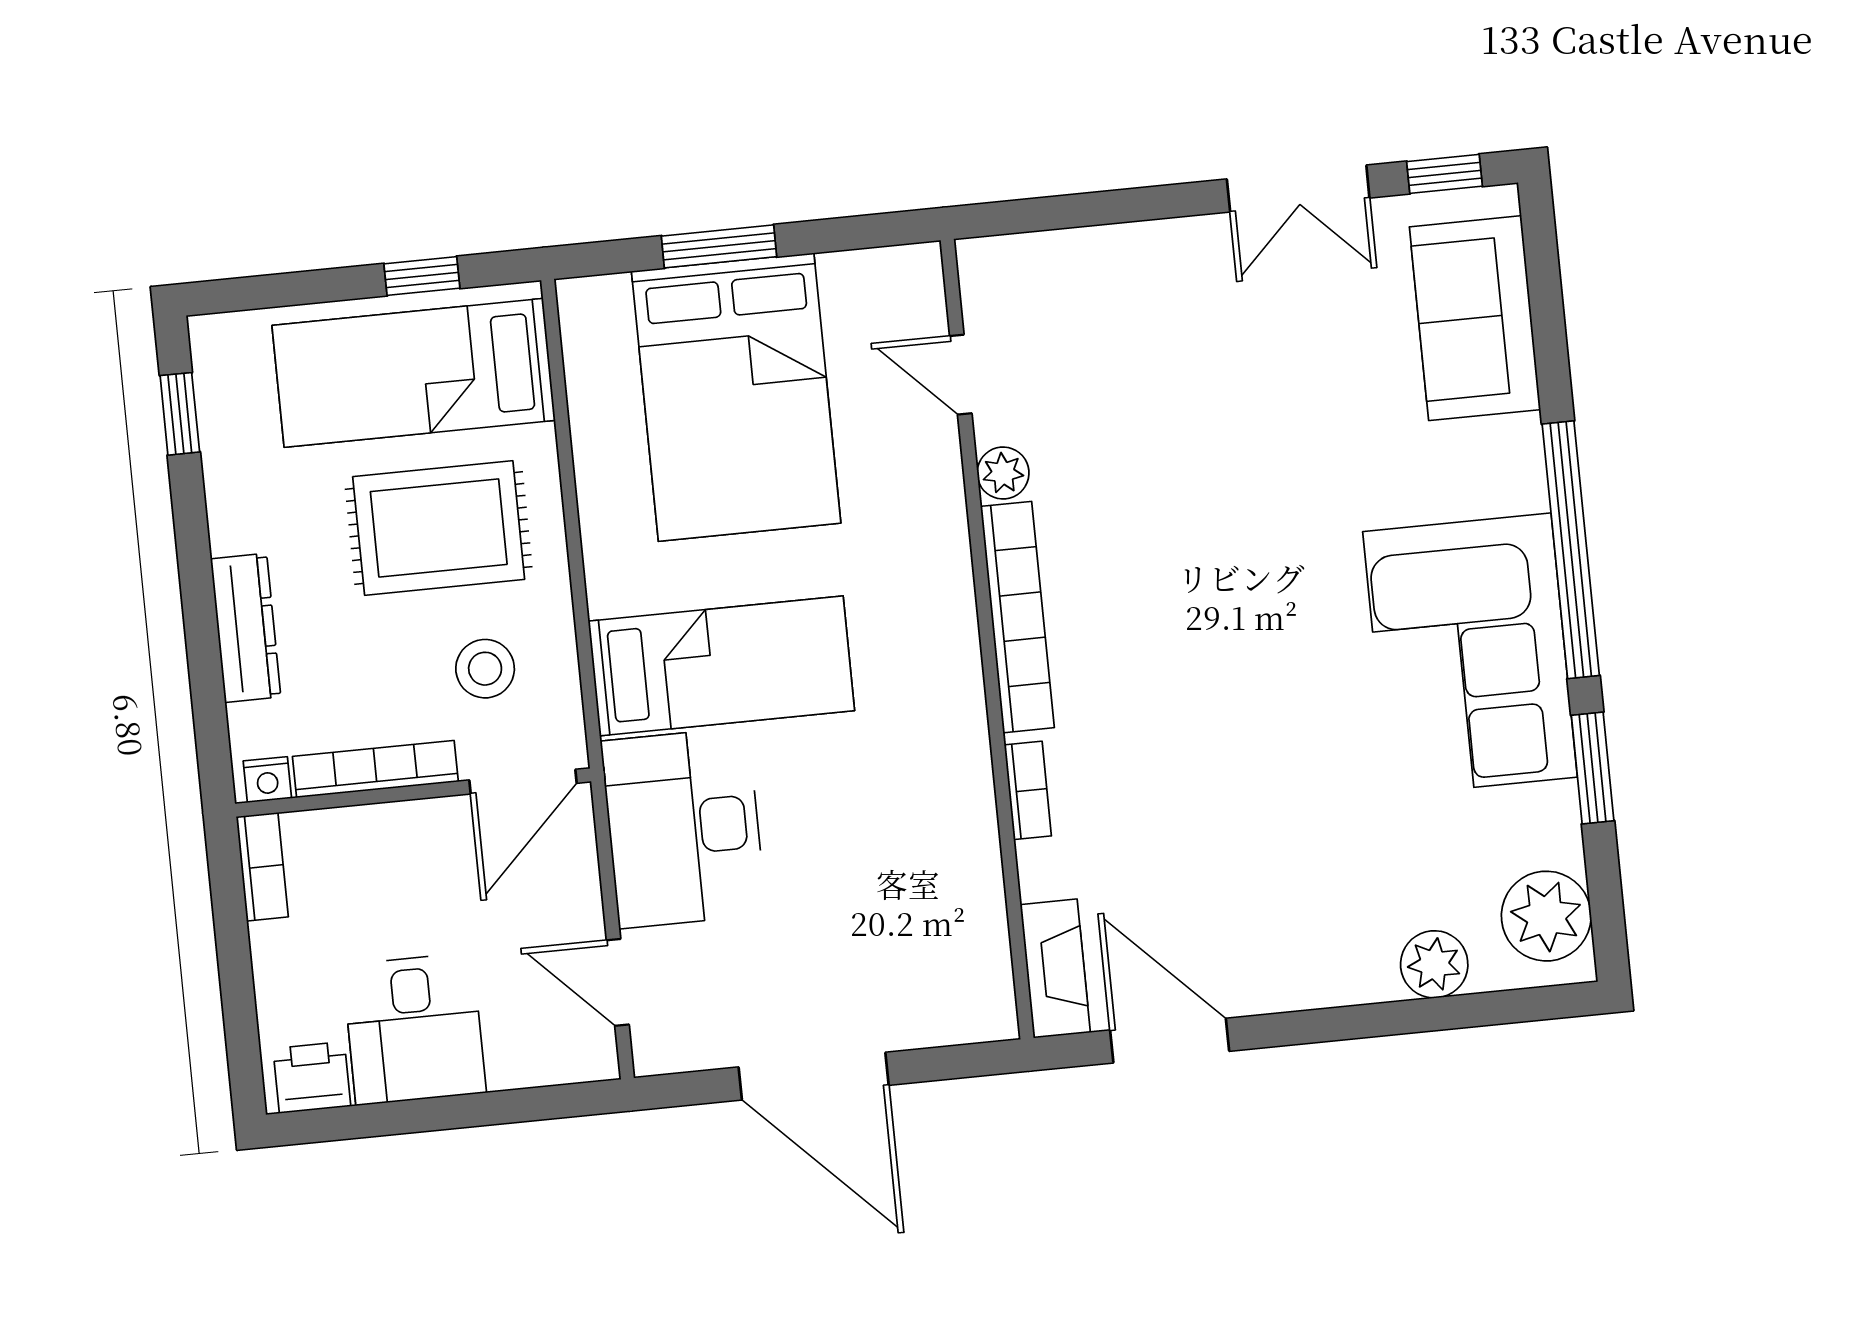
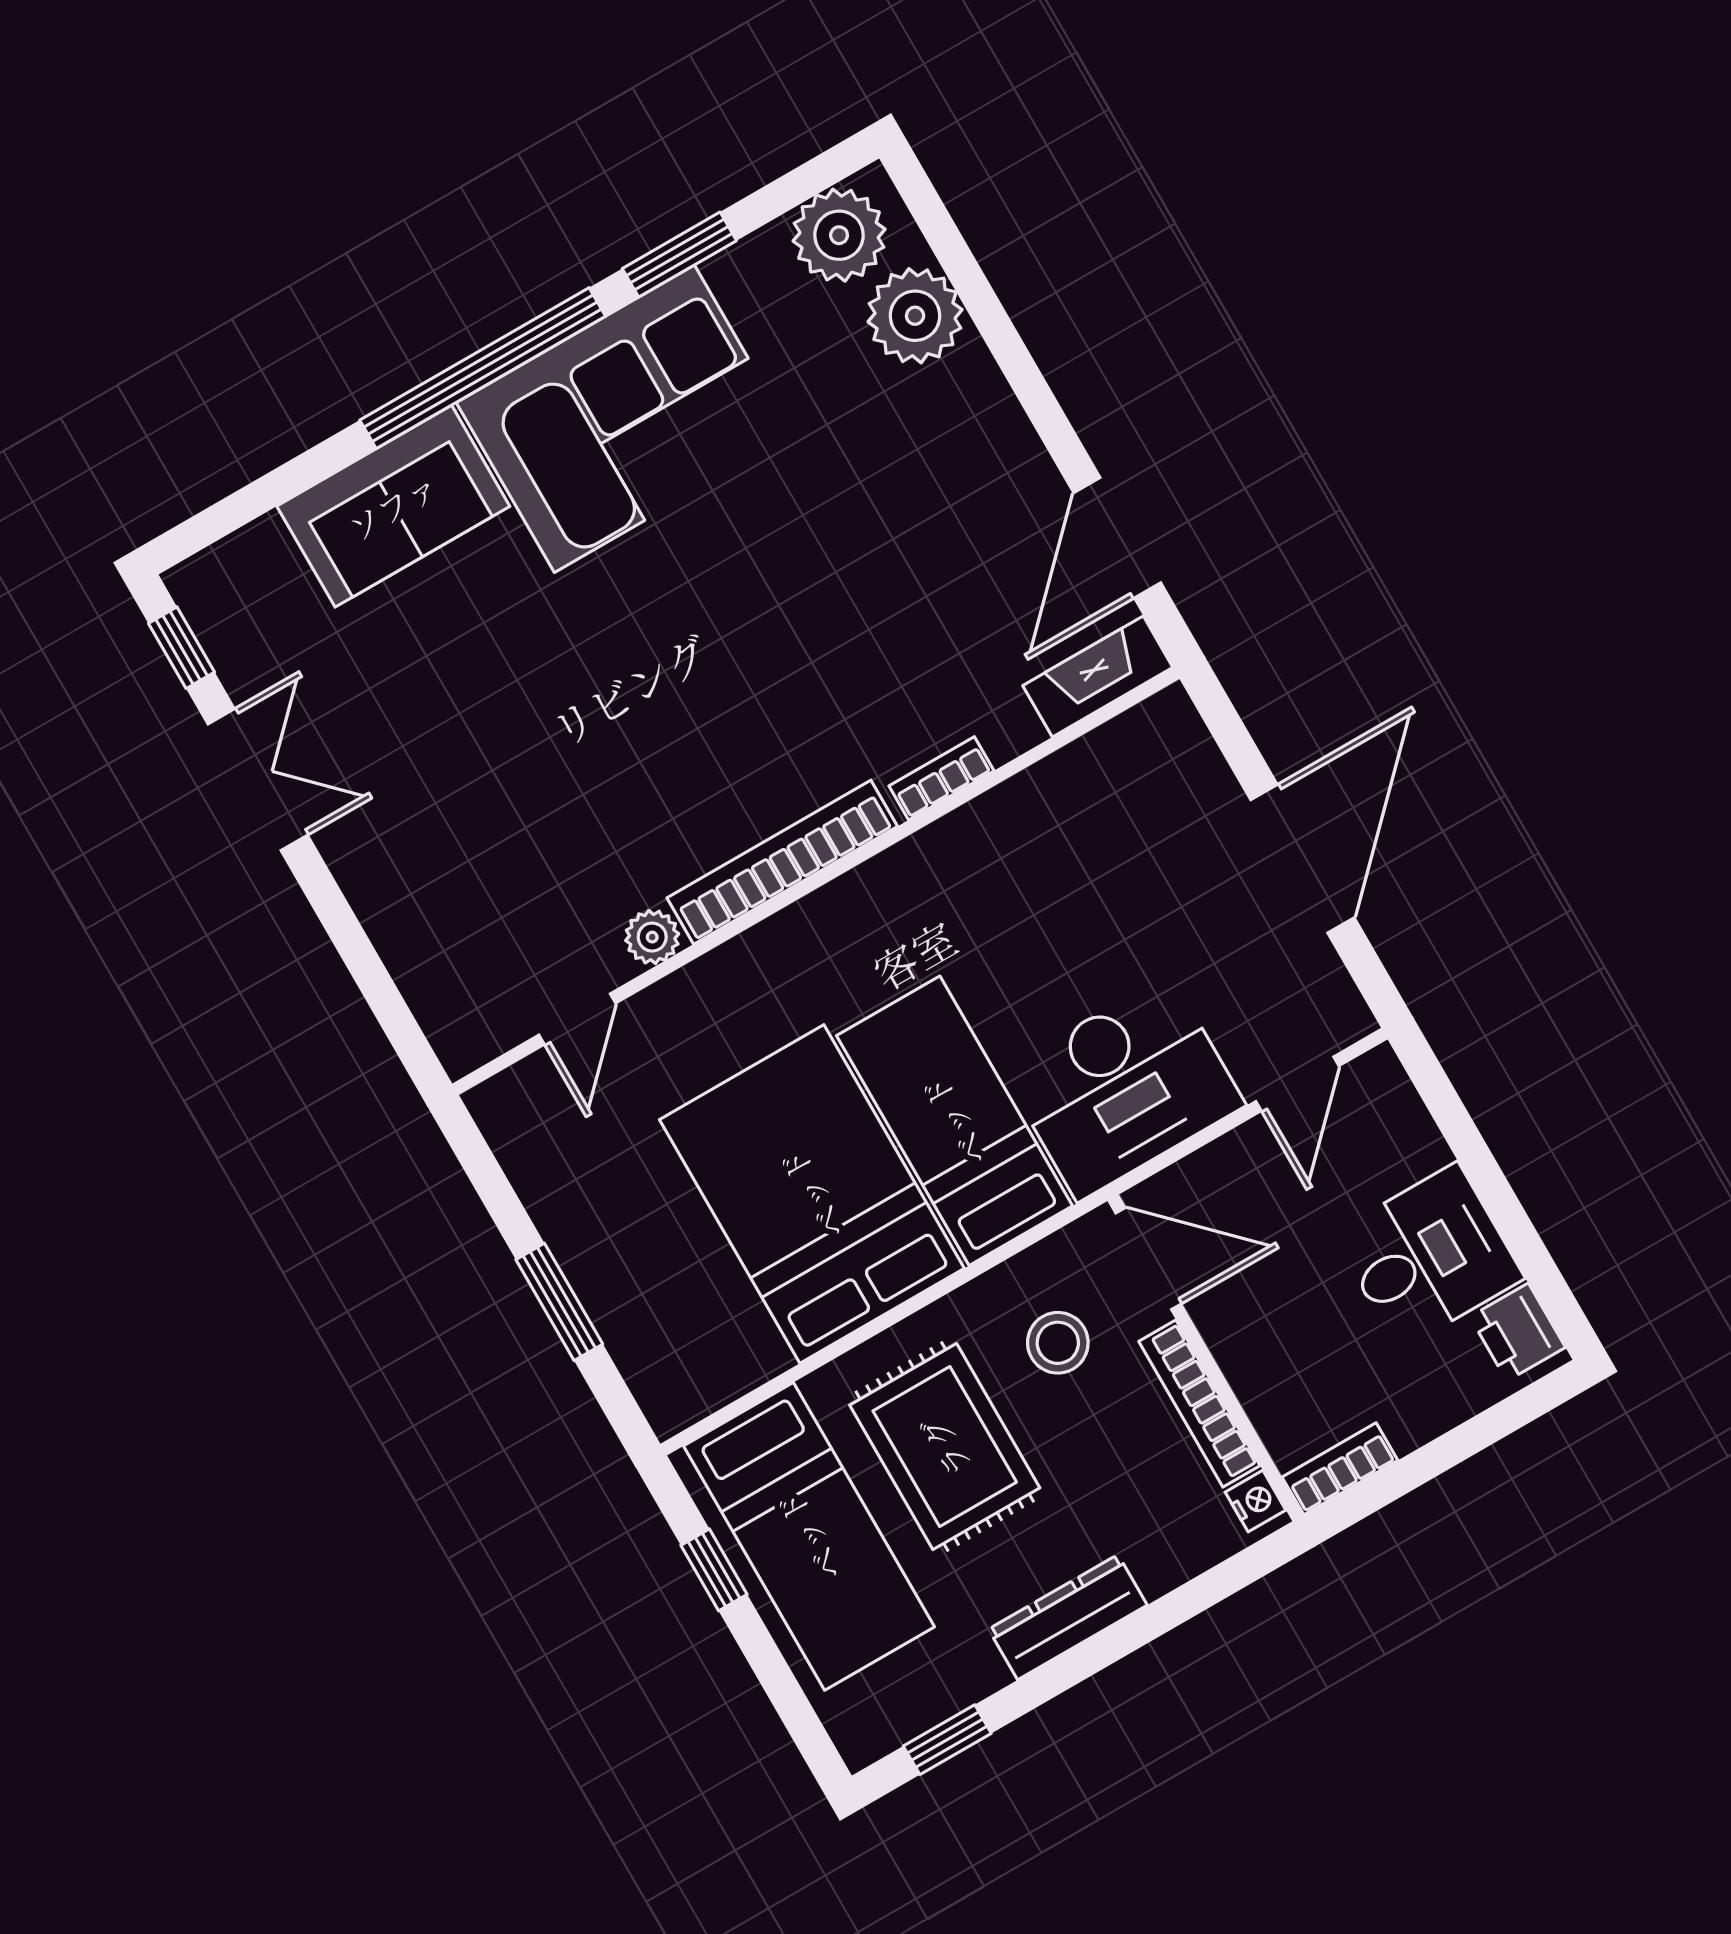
sofa: (1475, 318) -> (393, 506), moved
bed: (736, 397) -> (812, 1194), moved, turned -90
dresser: (246, 628) -> (1068, 1617), moved
plant: (1434, 964) -> (915, 316), width x1.36, depth x1.36

